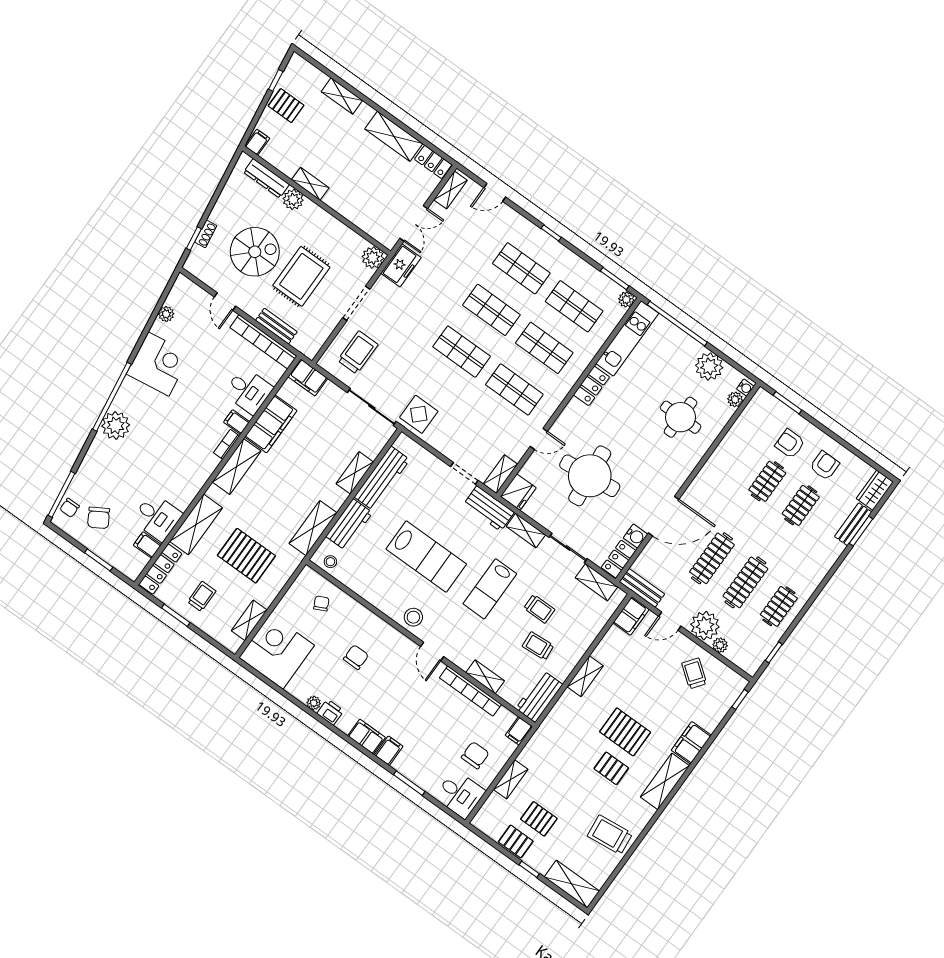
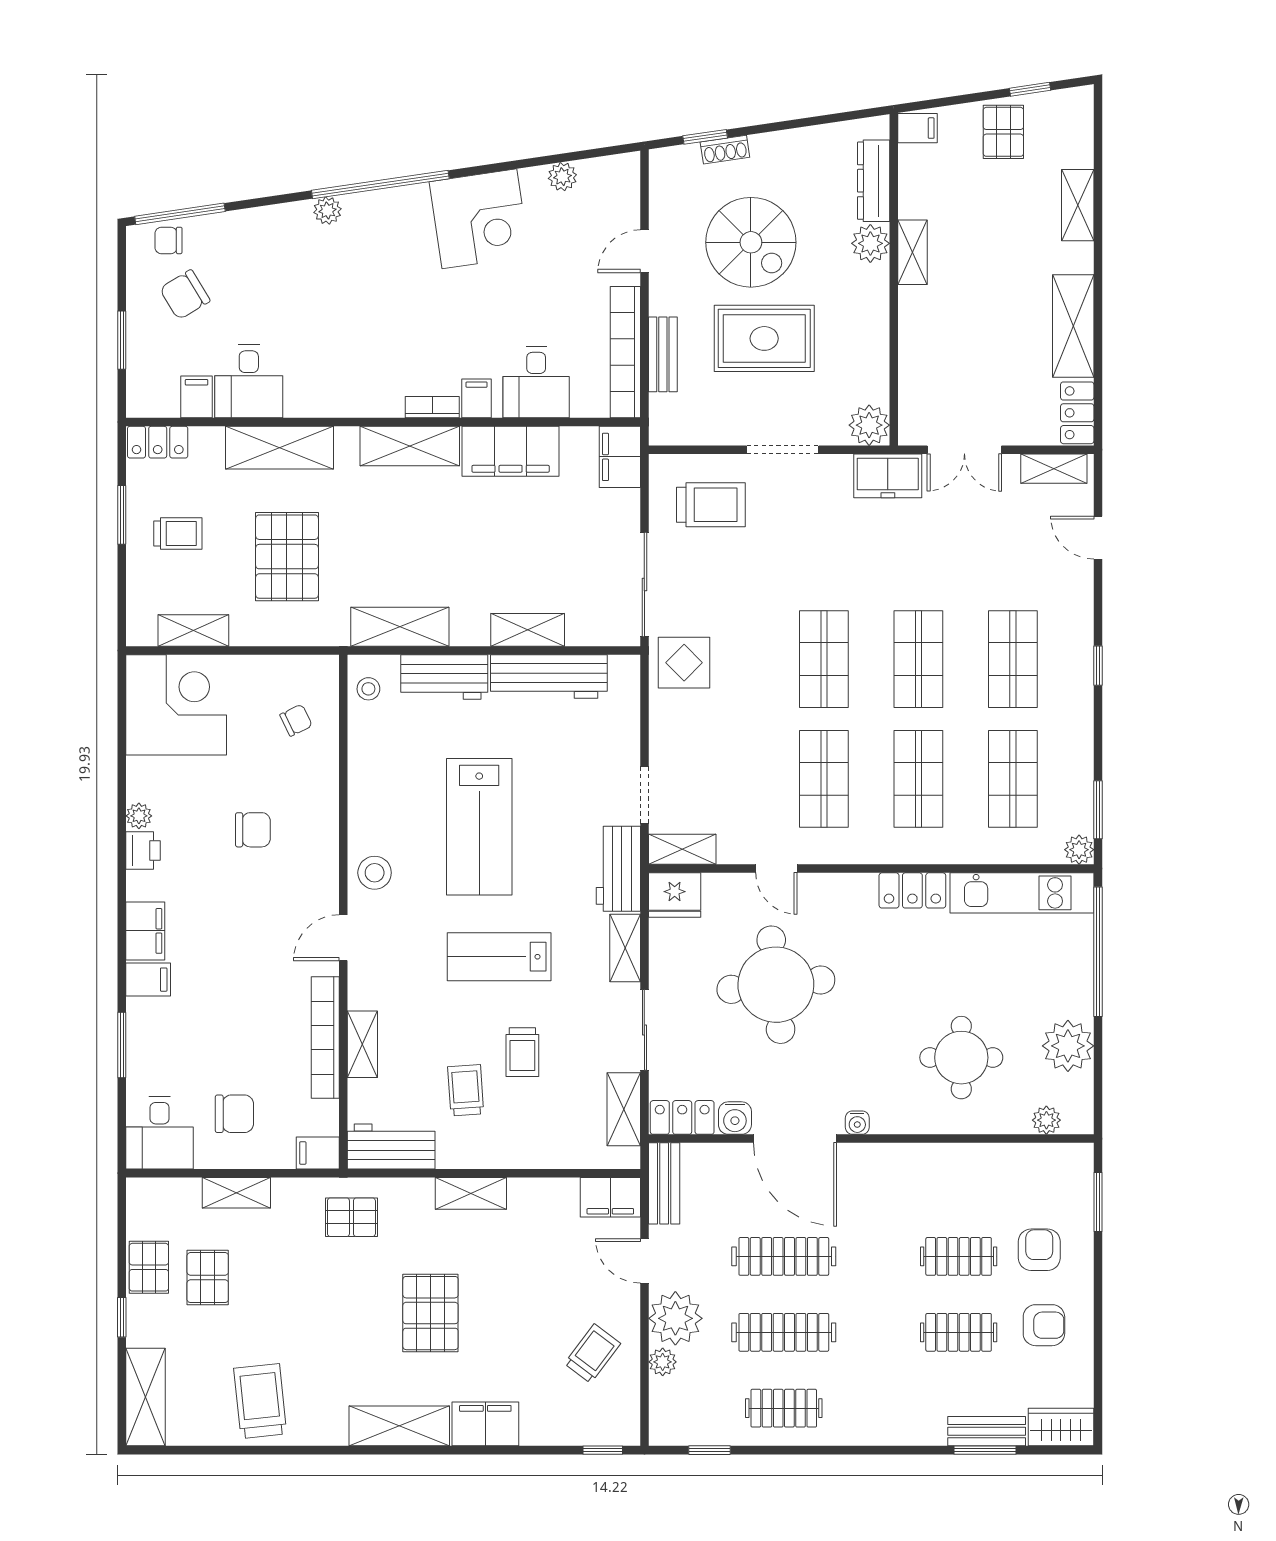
water cooler: (745, 388) -> (857, 1123), moved
plant: (116, 425) -> (327, 211), width x0.53, depth x0.53
locker: (160, 569) -> (158, 442), width x0.66
pallet: (611, 768) -> (351, 1217), moved, turned 90

